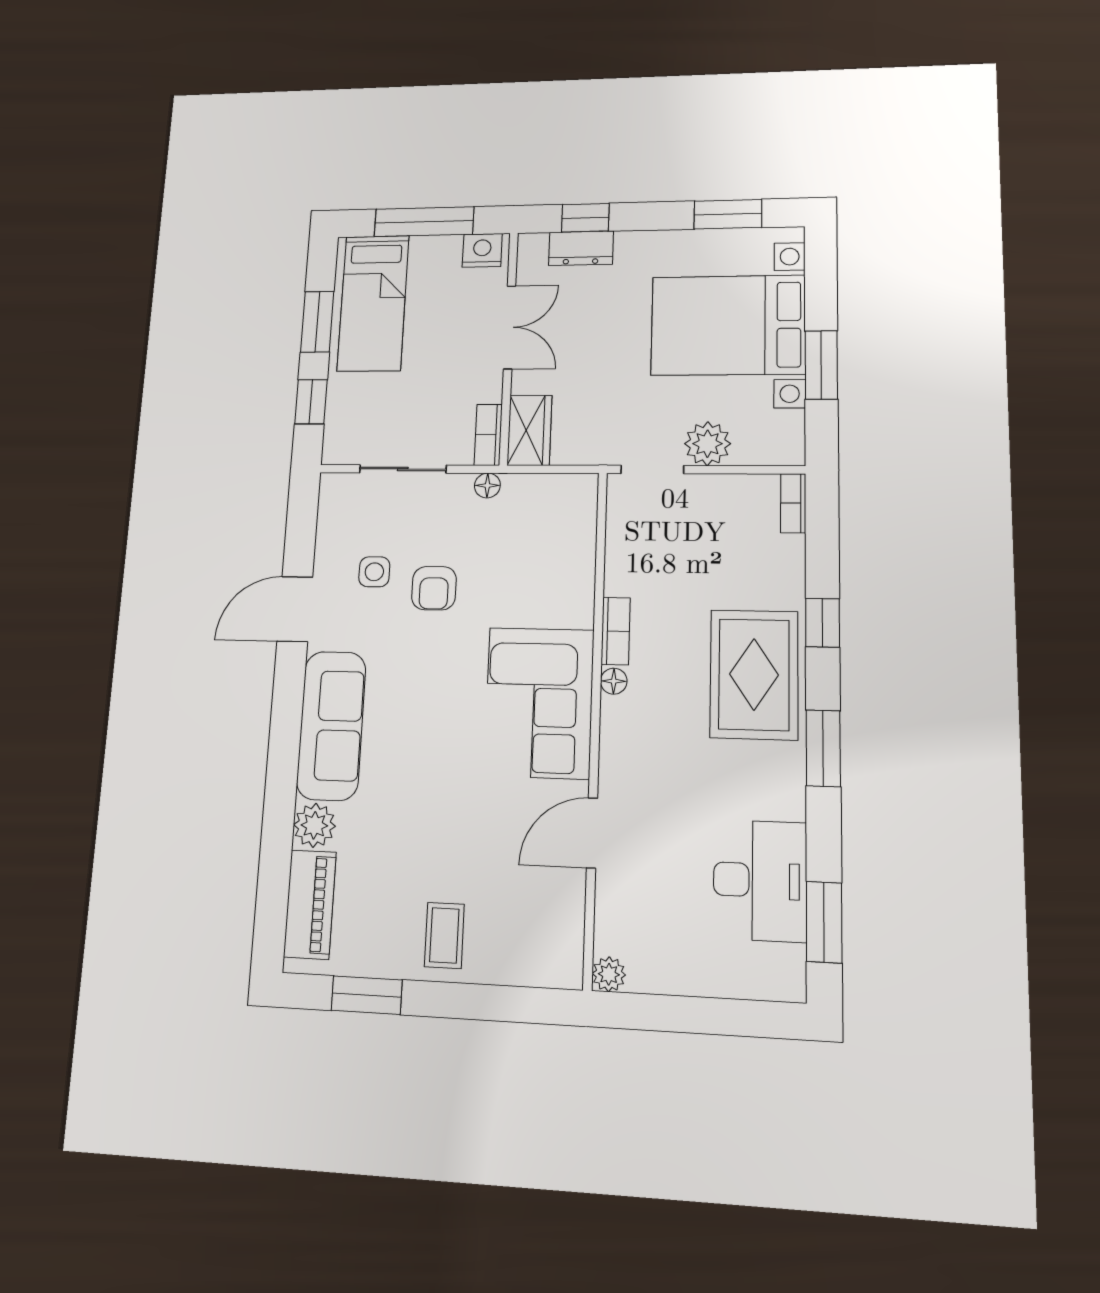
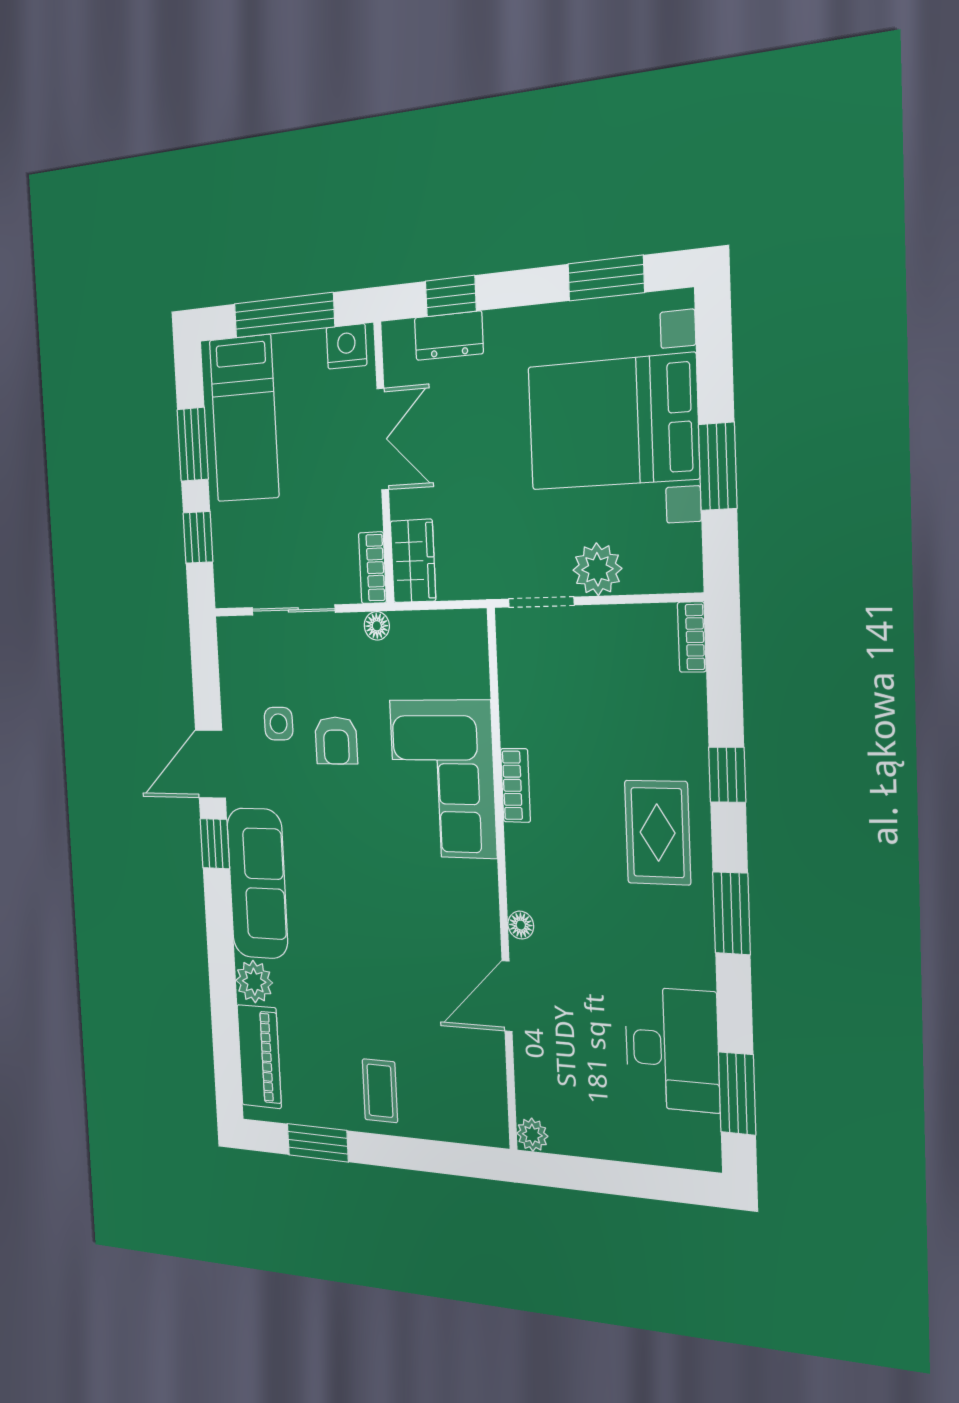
rug: (754, 674) -> (658, 833), width x0.73, depth x0.70
floor lamp: (614, 681) -> (521, 925), moved
window: (289, 686) -> (215, 844), added
corner sofa: (539, 703) -> (443, 779), moved

